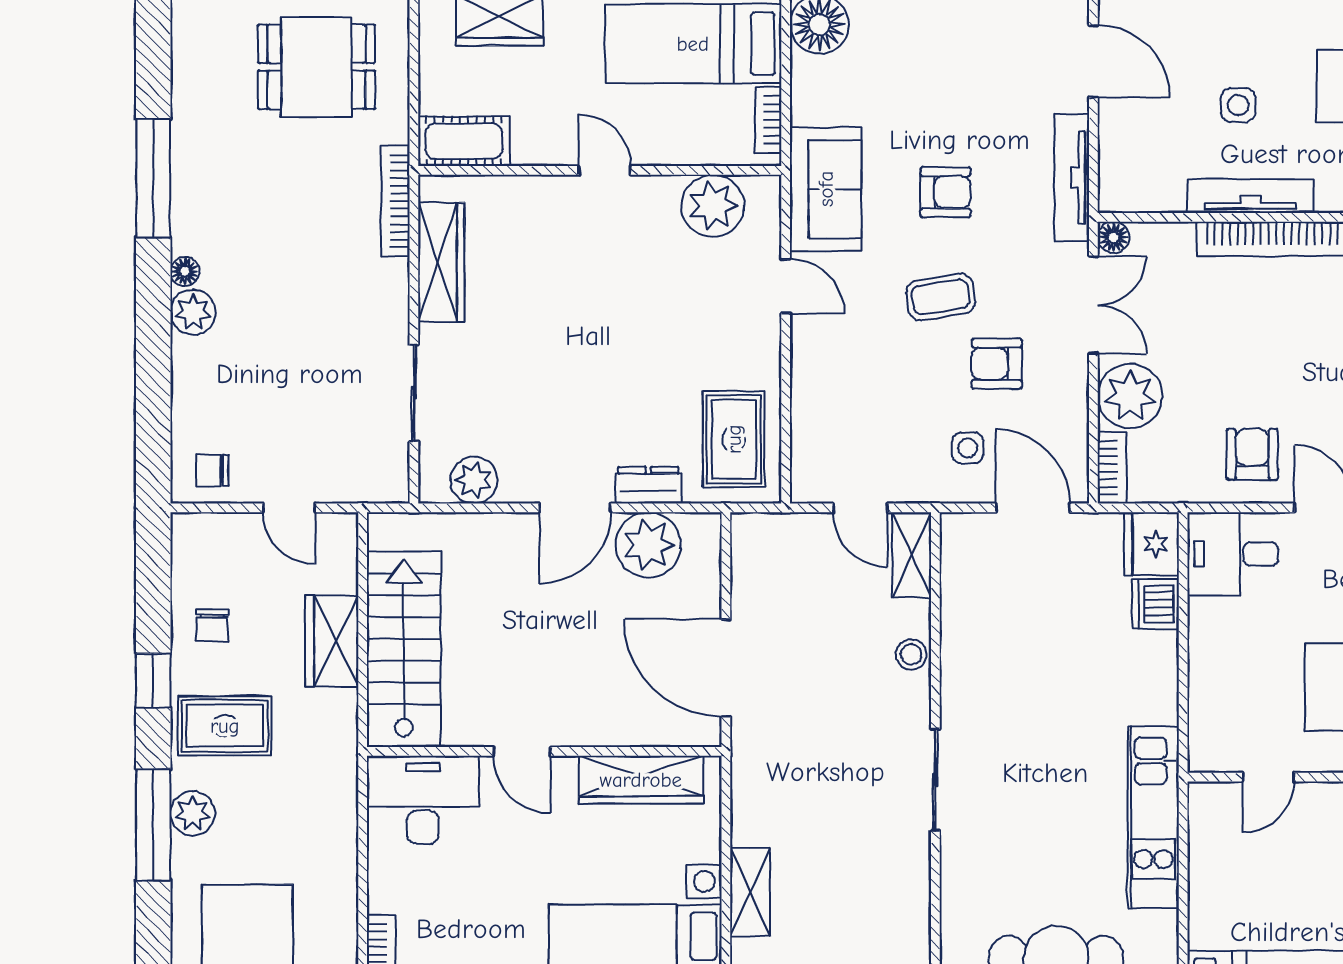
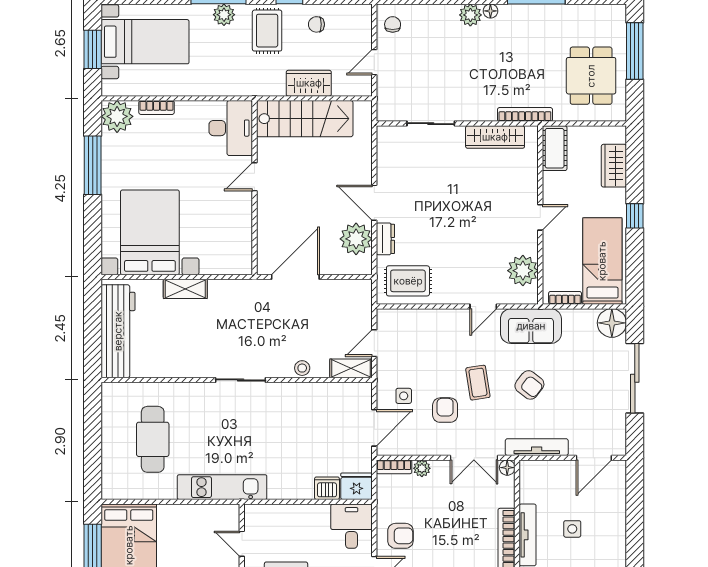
armchair: (945, 192) -> (529, 385), turned -52
plant: (1130, 396) -> (422, 468), width x0.53, depth x0.53
plant: (474, 480) -> (388, 153), removed
wardrobe: (641, 780) -> (241, 235), removed

